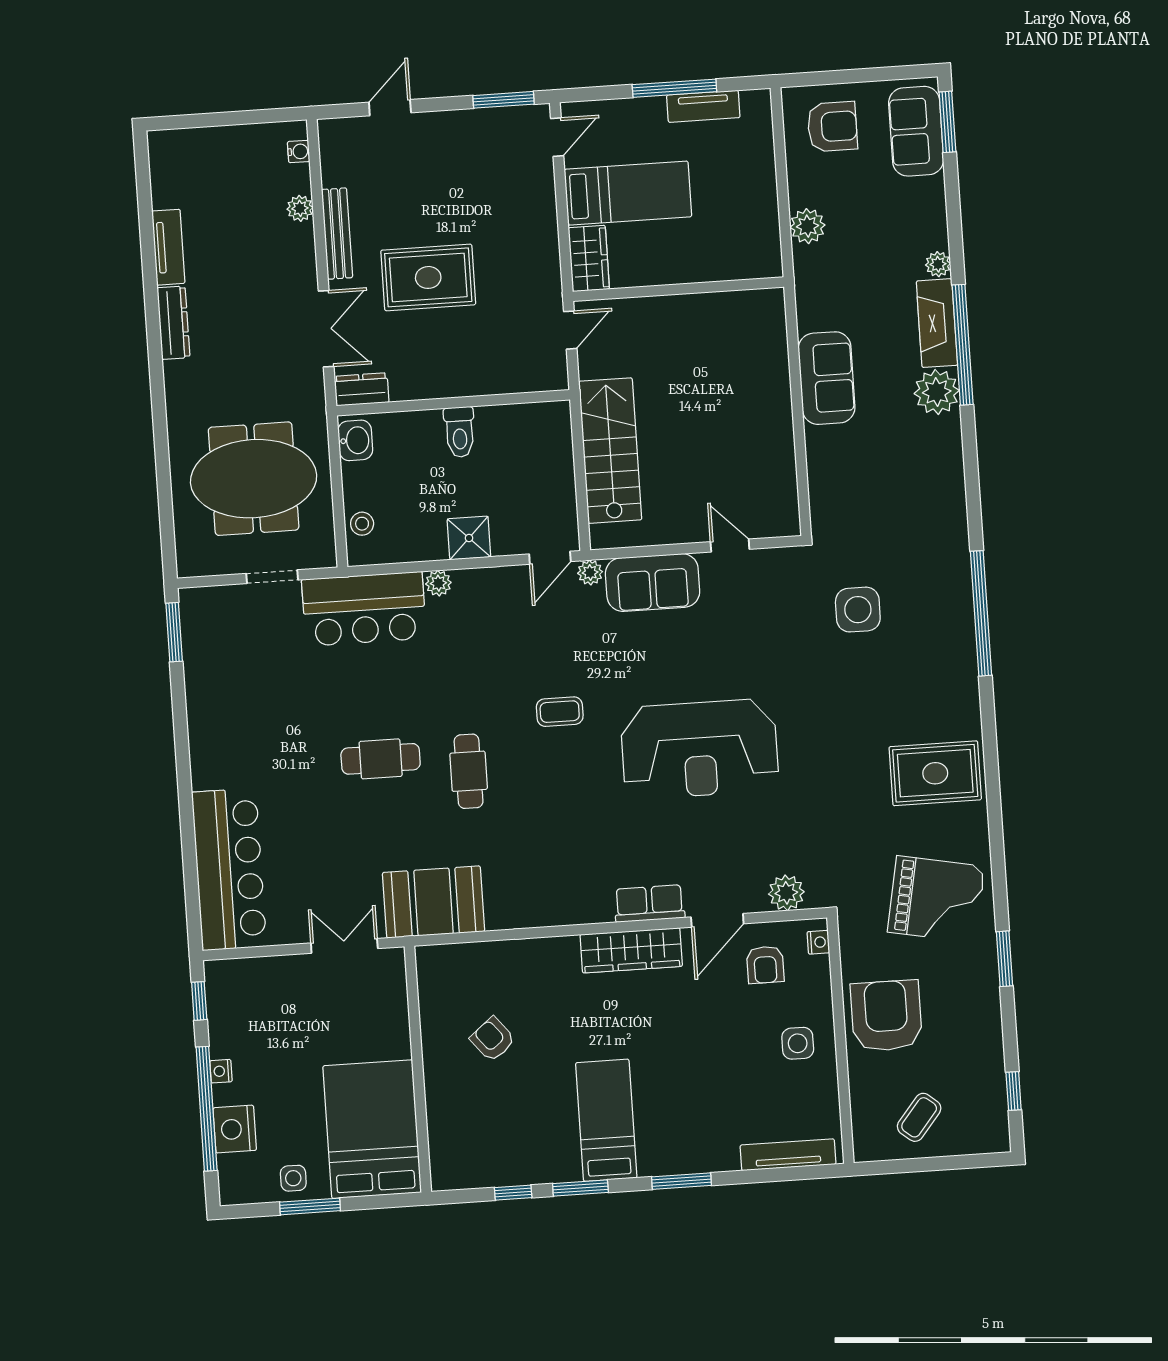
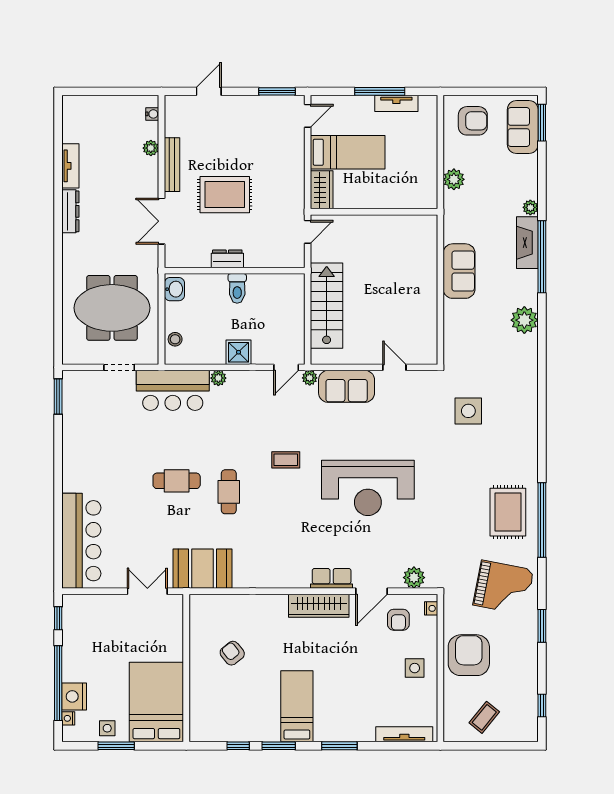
double door: (326, 329) -> (162, 221), swing flipped
dresser: (362, 389) -> (227, 259), moved
plant: (937, 392) -> (524, 320), moved
window: (981, 613) -> (542, 520), moved
rug: (935, 773) -> (508, 512), turned 90
nightstand: (221, 1071) -> (68, 718), moved

